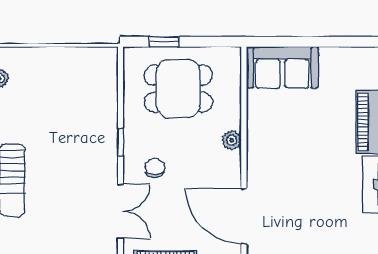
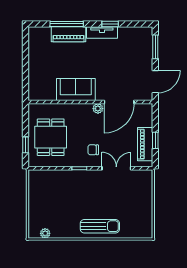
sofa: (282, 67) -> (76, 90), moved, turned -90
plant: (232, 140) -> (98, 109), moved

